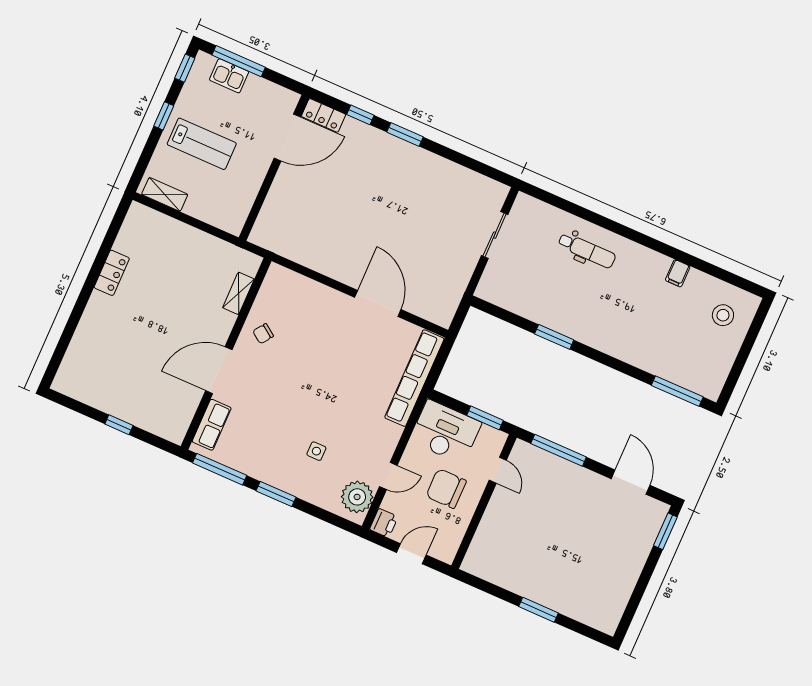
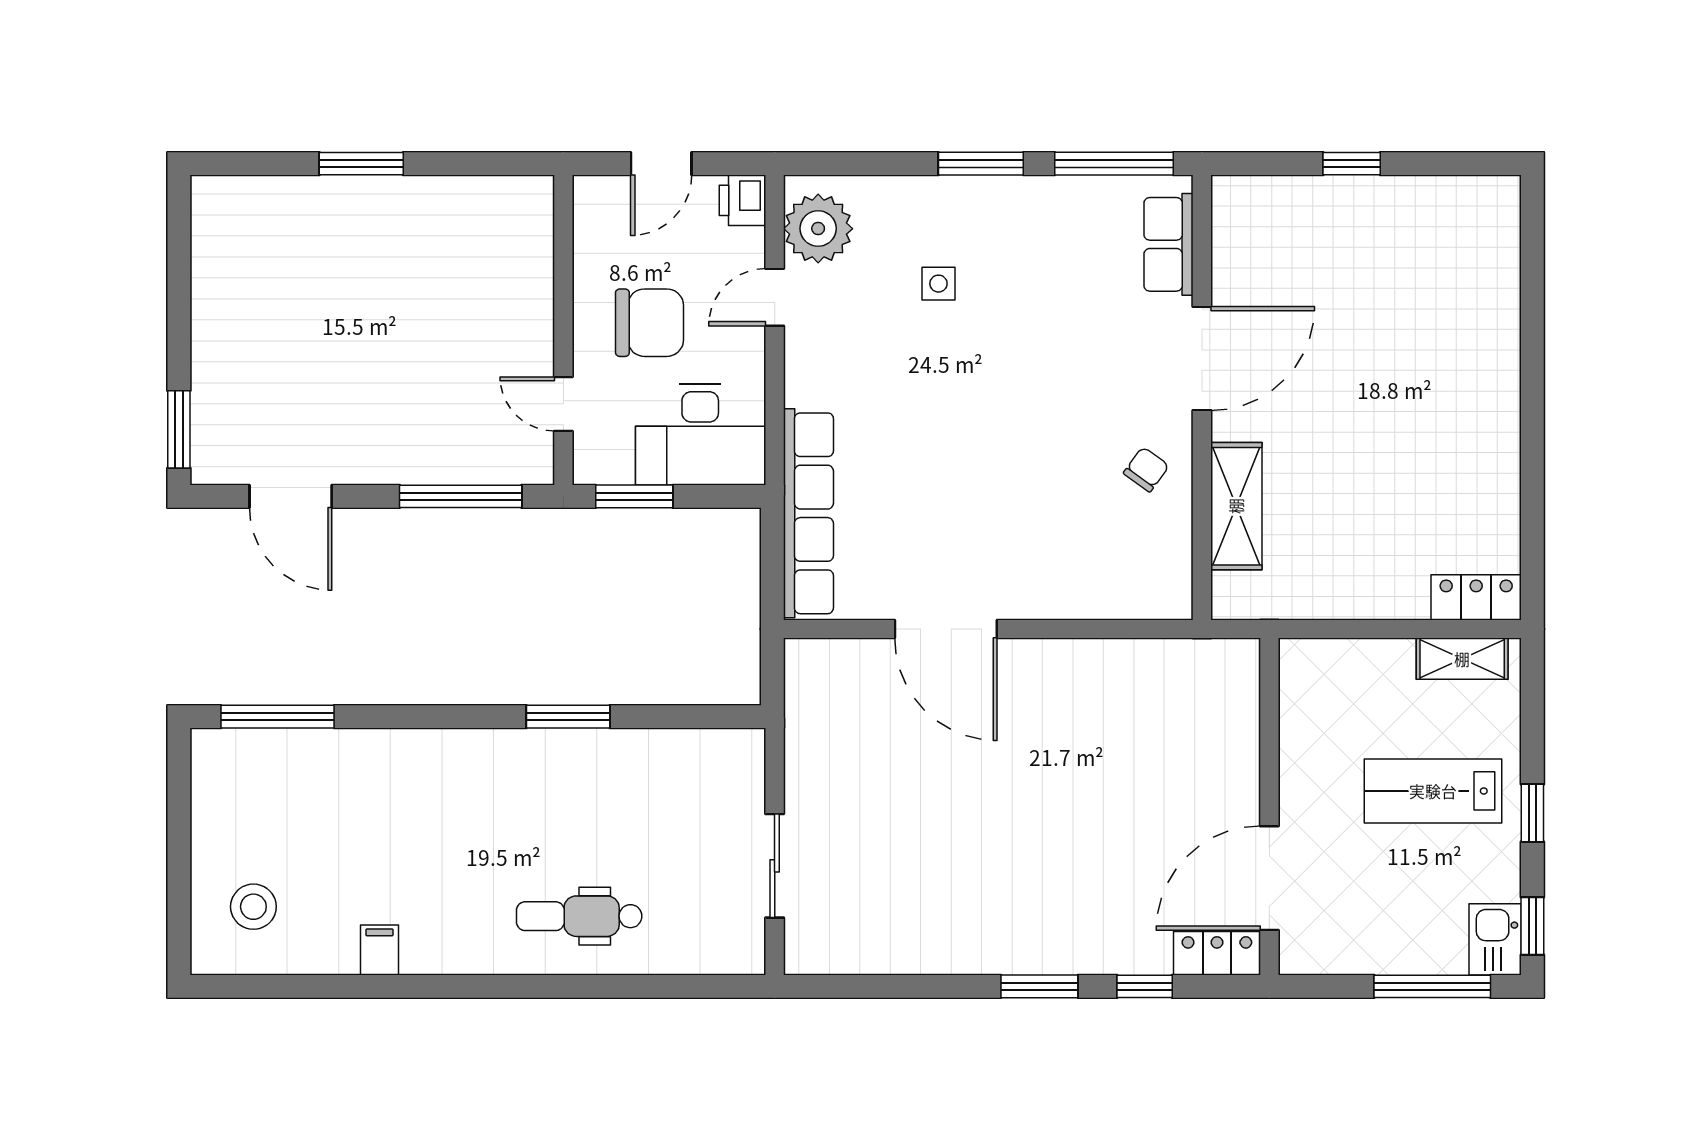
kitchen sink: (229, 76) -> (1495, 939), moved, turned -90
locker: (112, 273) -> (1476, 597), moved, turned 90
shelving: (238, 293) -> (1236, 506), width x1.50, depth x1.33

